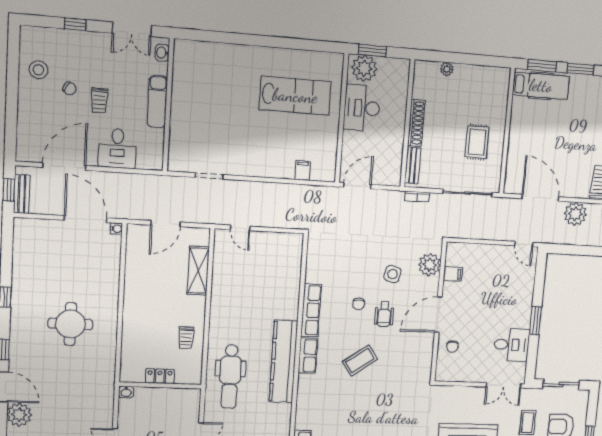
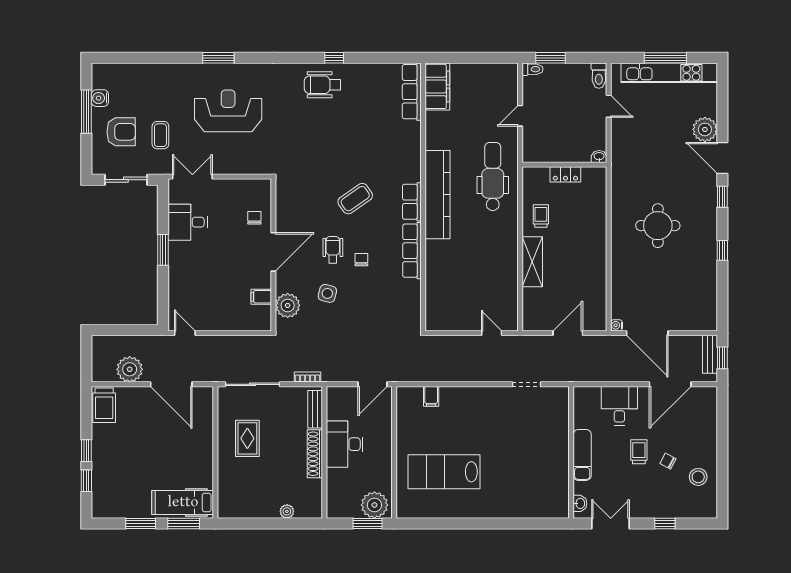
desk: (362, 108) -> (345, 444), moved, turned 180
shelving: (198, 271) -> (532, 262), moved

